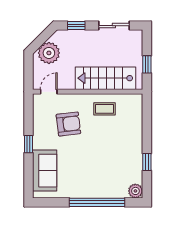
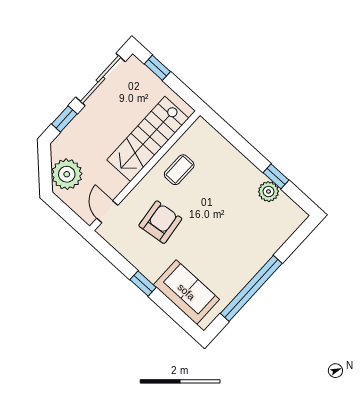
sliding door: (114, 26) -> (101, 79), width x1.37
window: (147, 64) -> (157, 68), moved
plant: (135, 191) -> (268, 192), moved
window: (97, 202) -> (251, 288), moved

